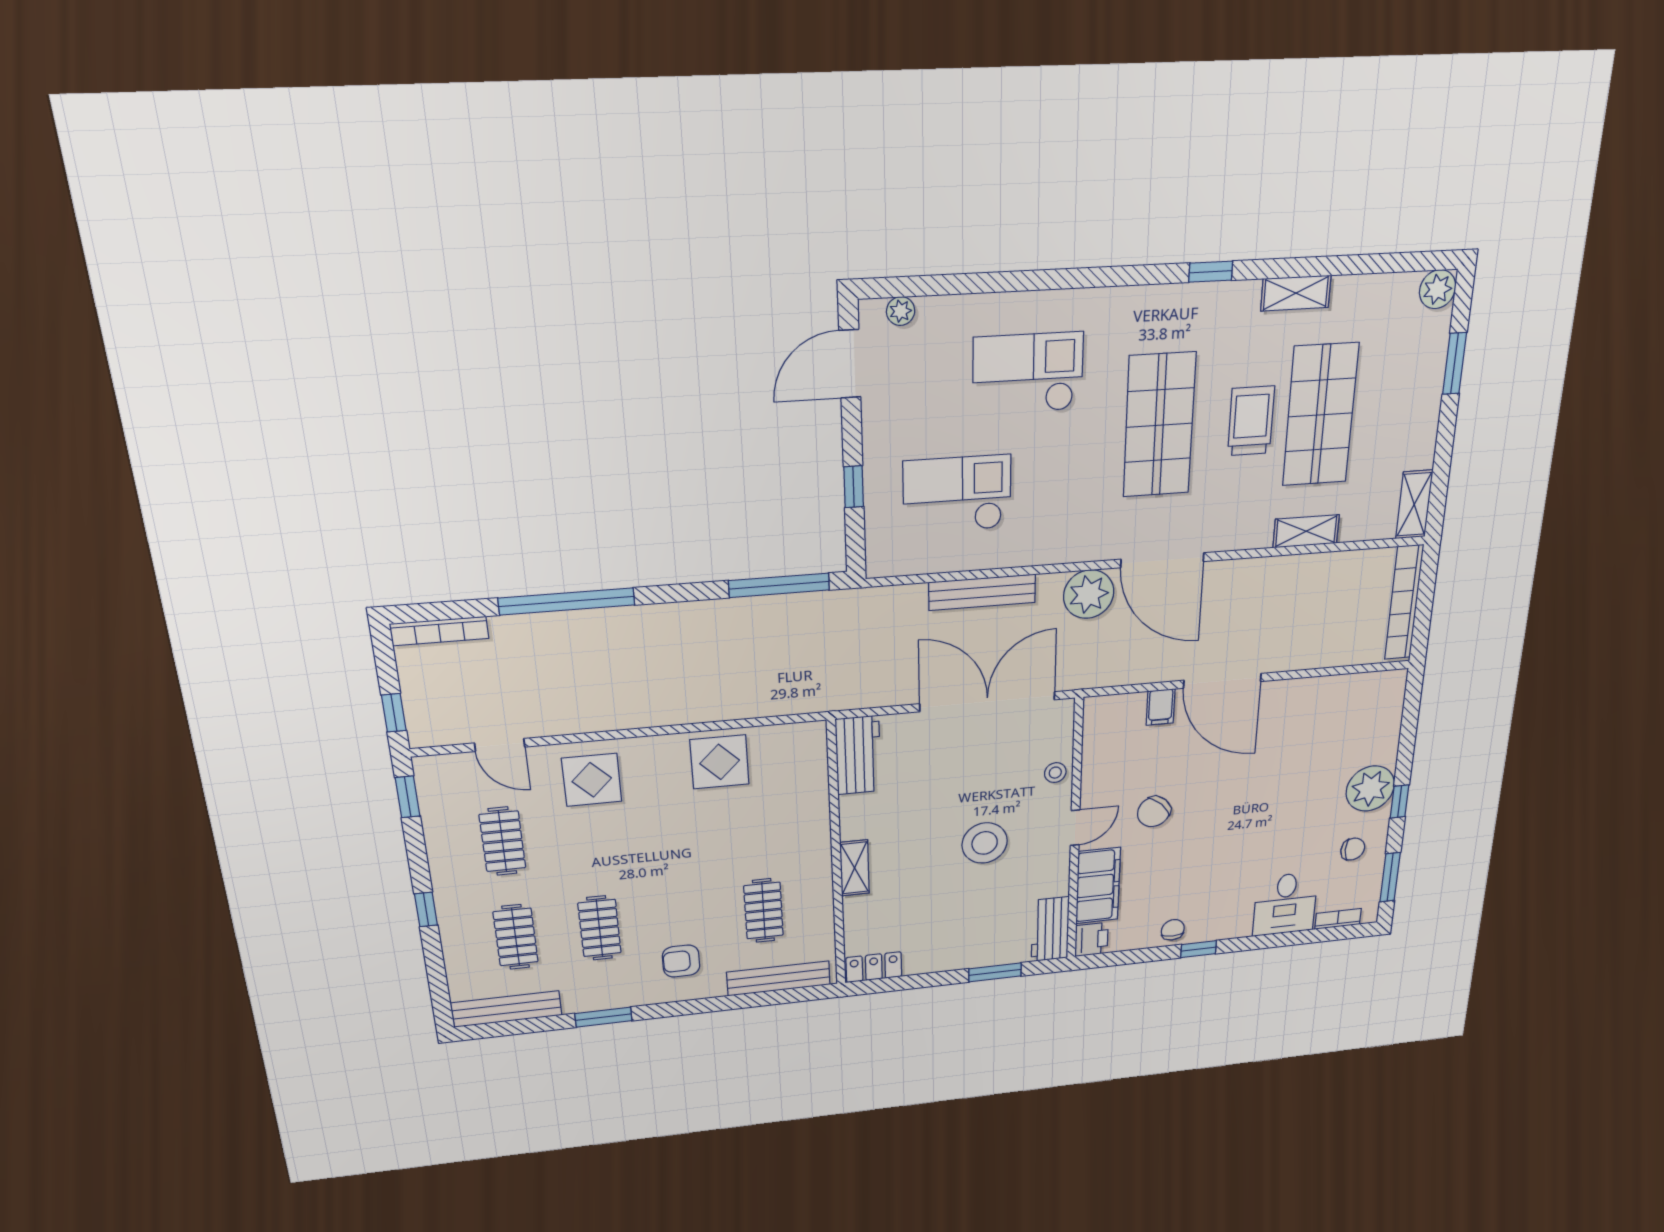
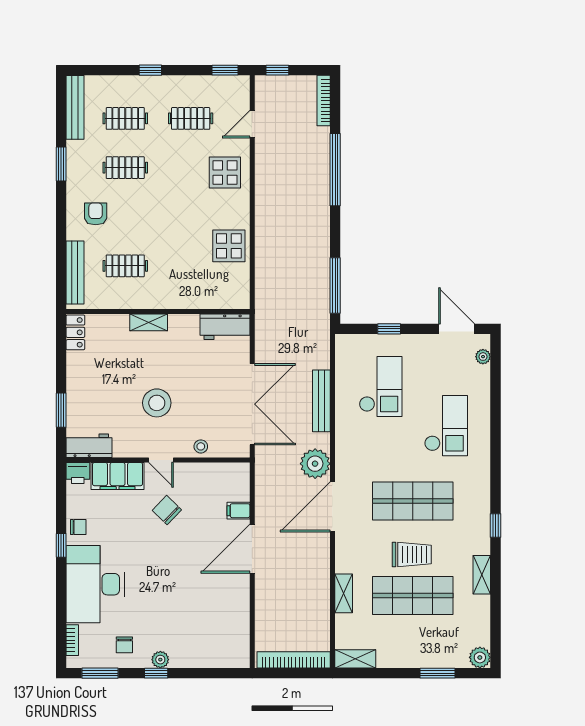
plant: (1370, 789) -> (160, 660), width x0.53, depth x0.53
desk: (1285, 904) -> (95, 584), width x1.87, depth x1.30

